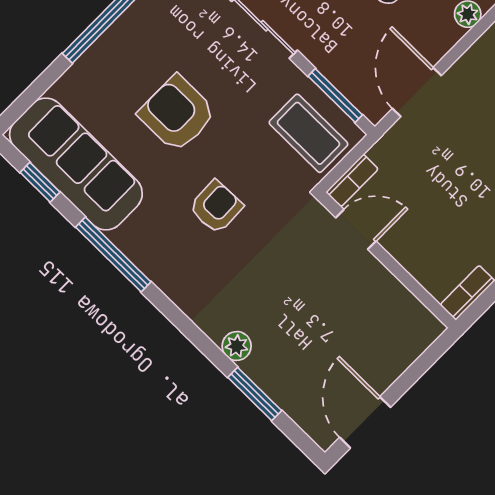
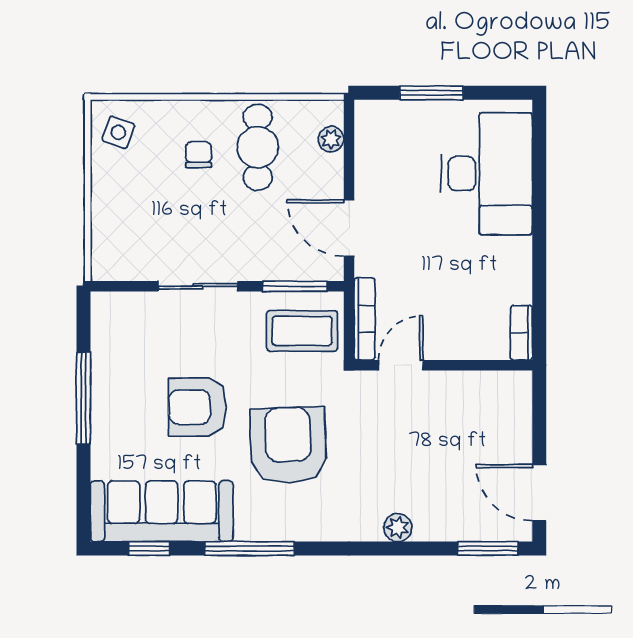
bookcase: (352, 181) -> (365, 319), width x1.56
armchair: (216, 207) -> (288, 445), width x1.88, depth x1.88
window: (255, 394) -> (488, 548), moved

